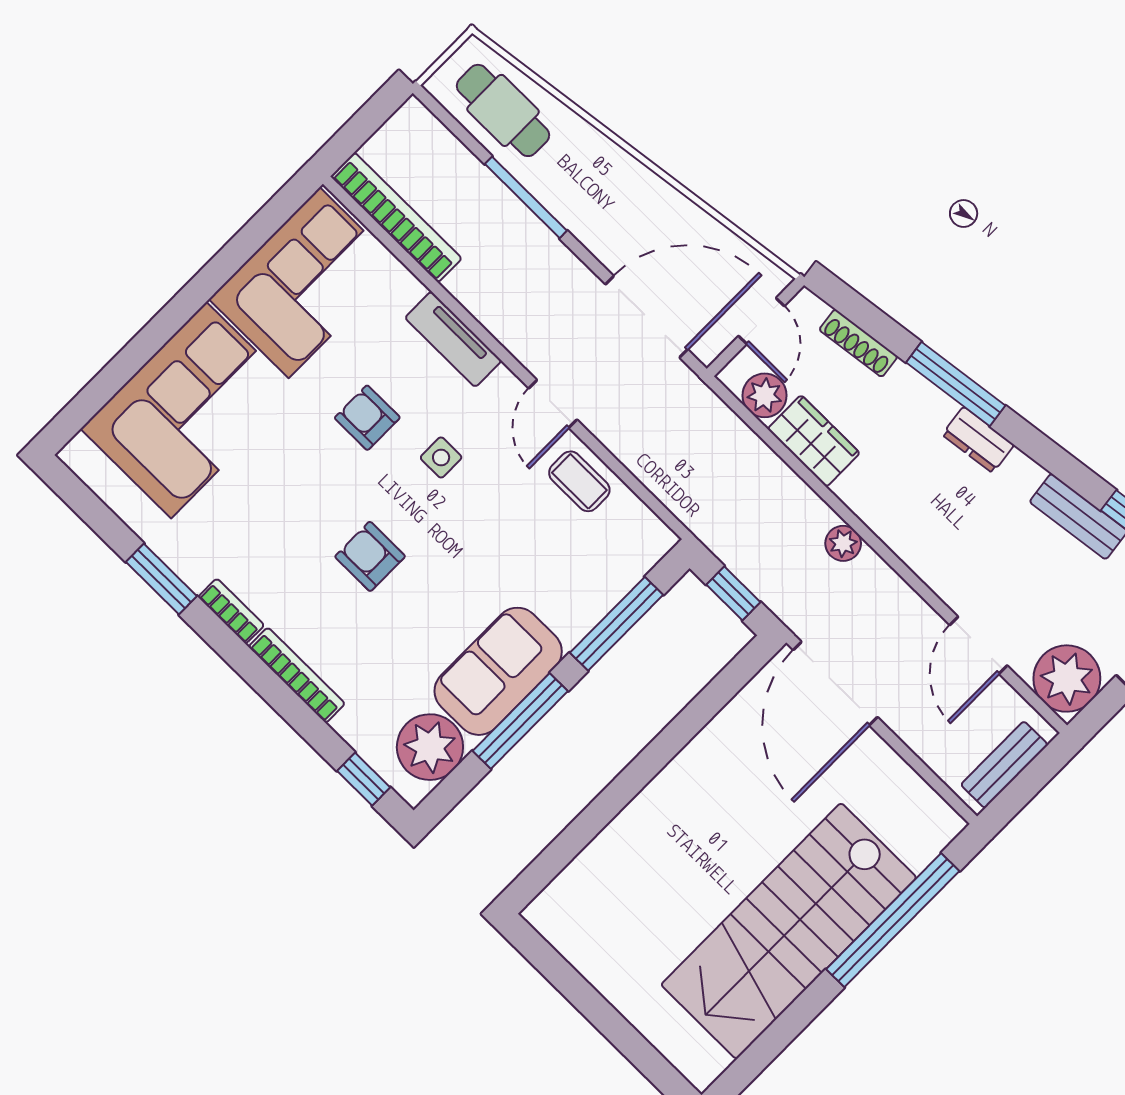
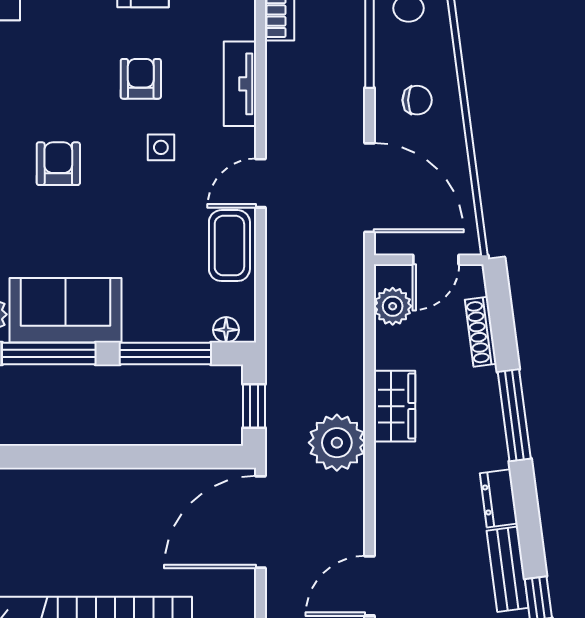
chair: (613, 205) -> (417, 100), added
dresser: (978, 440) -> (499, 498), moved
wardrobe: (814, 441) -> (394, 406), moved
coffee table: (579, 481) -> (229, 246), width x1.36, depth x1.30
plant: (843, 543) -> (337, 443), width x1.88, depth x1.88
floor lamp: (647, 554) -> (226, 330), added

